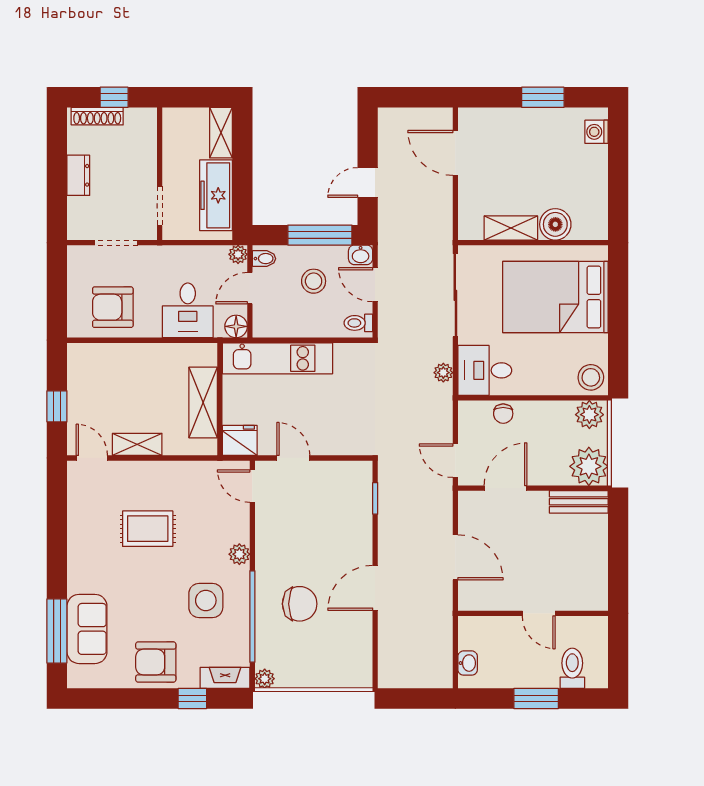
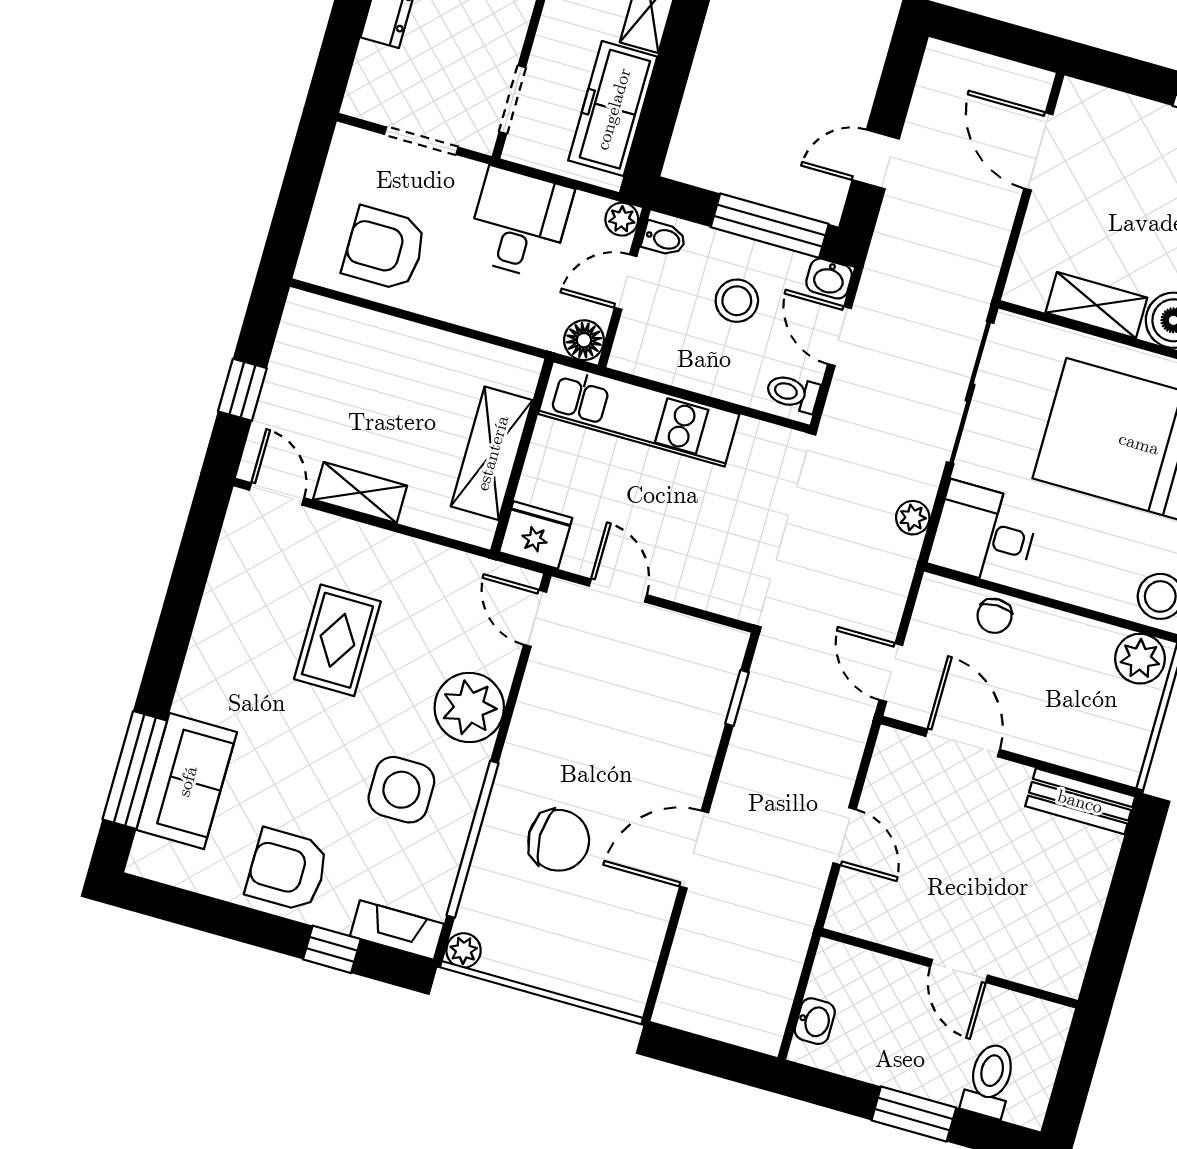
desk: (188, 310) -> (519, 223), moved, turned 180
plant: (589, 466) -> (1114, 746), removed
door: (505, 488) -> (963, 743), hinge flipped
rug: (148, 529) -> (337, 640), turned 90
plant: (239, 554) -> (469, 707), width x1.88, depth x1.88
door: (455, 557) -> (845, 836), width x0.73

